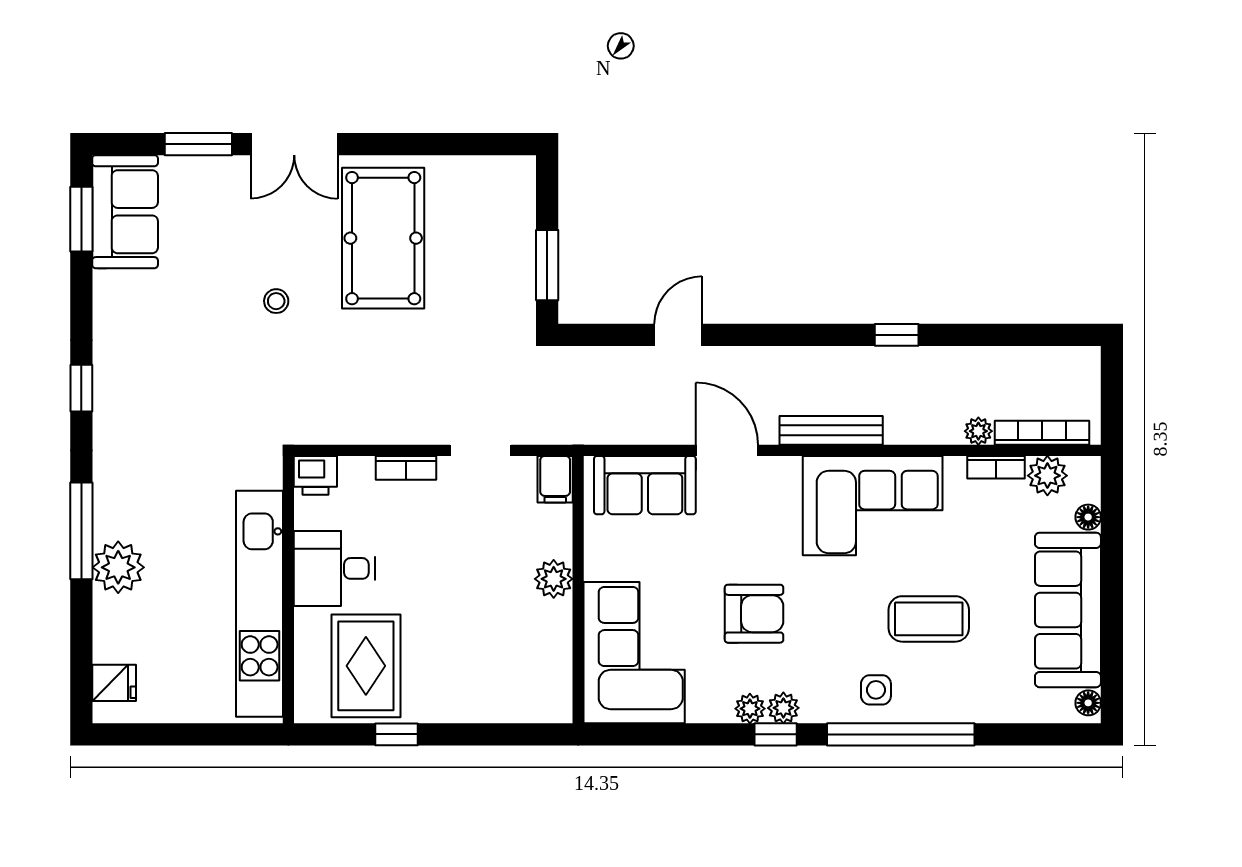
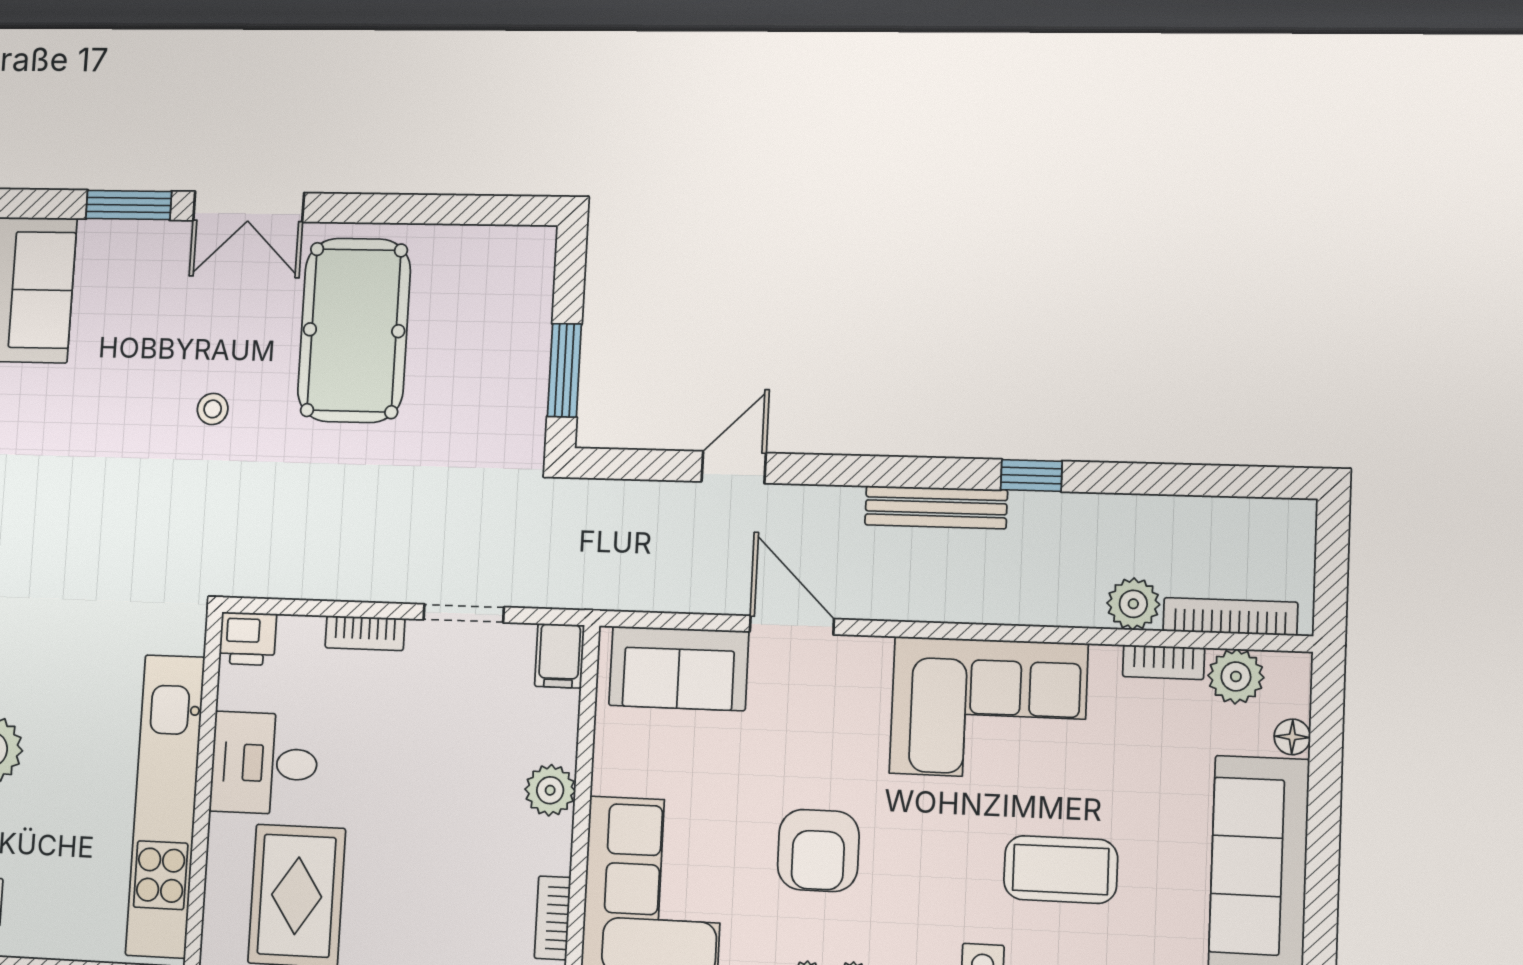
bench: (831, 430) -> (936, 507), moved
plant: (978, 431) -> (1133, 604), width x1.38, depth x1.38
armchair: (754, 614) -> (818, 851), turned 90
bookcase: (561, 672) -> (553, 918), added

